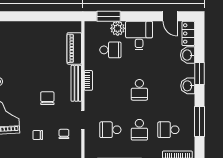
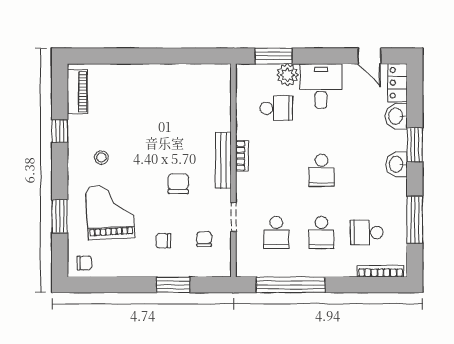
piano: (74, 48) -> (220, 106), removed
school desk: (110, 130) -> (276, 232), turned -90

